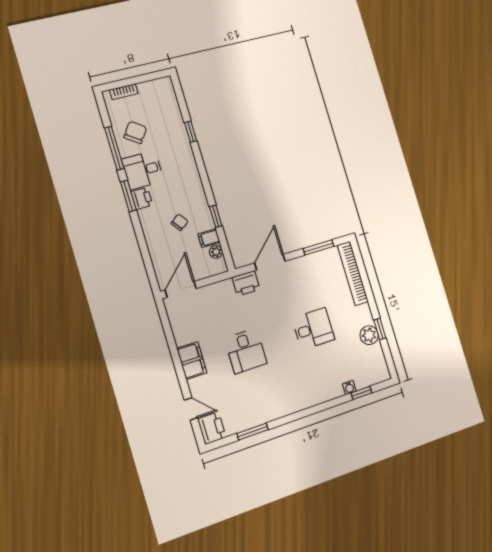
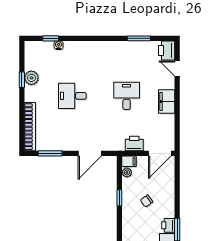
filing cabinet: (209, 238) -> (129, 161), moved
printer: (246, 283) -> (134, 144), moved

